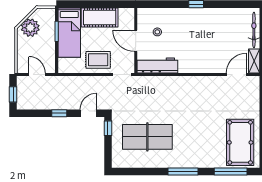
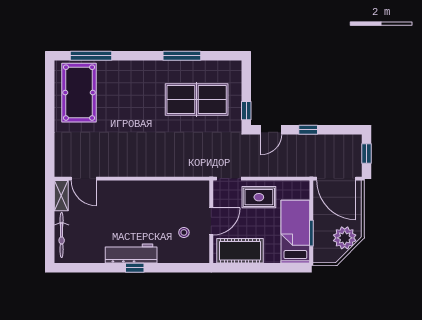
cot: (100, 18) -> (240, 251), moved
door: (136, 41) -> (211, 221), hinge flipped
workbench: (157, 65) -> (131, 253), moved, turned 180
door: (37, 74) -> (336, 179), width x1.88
door: (236, 74) -> (84, 179), hinge flipped
window: (183, 172) -> (182, 56), moved

